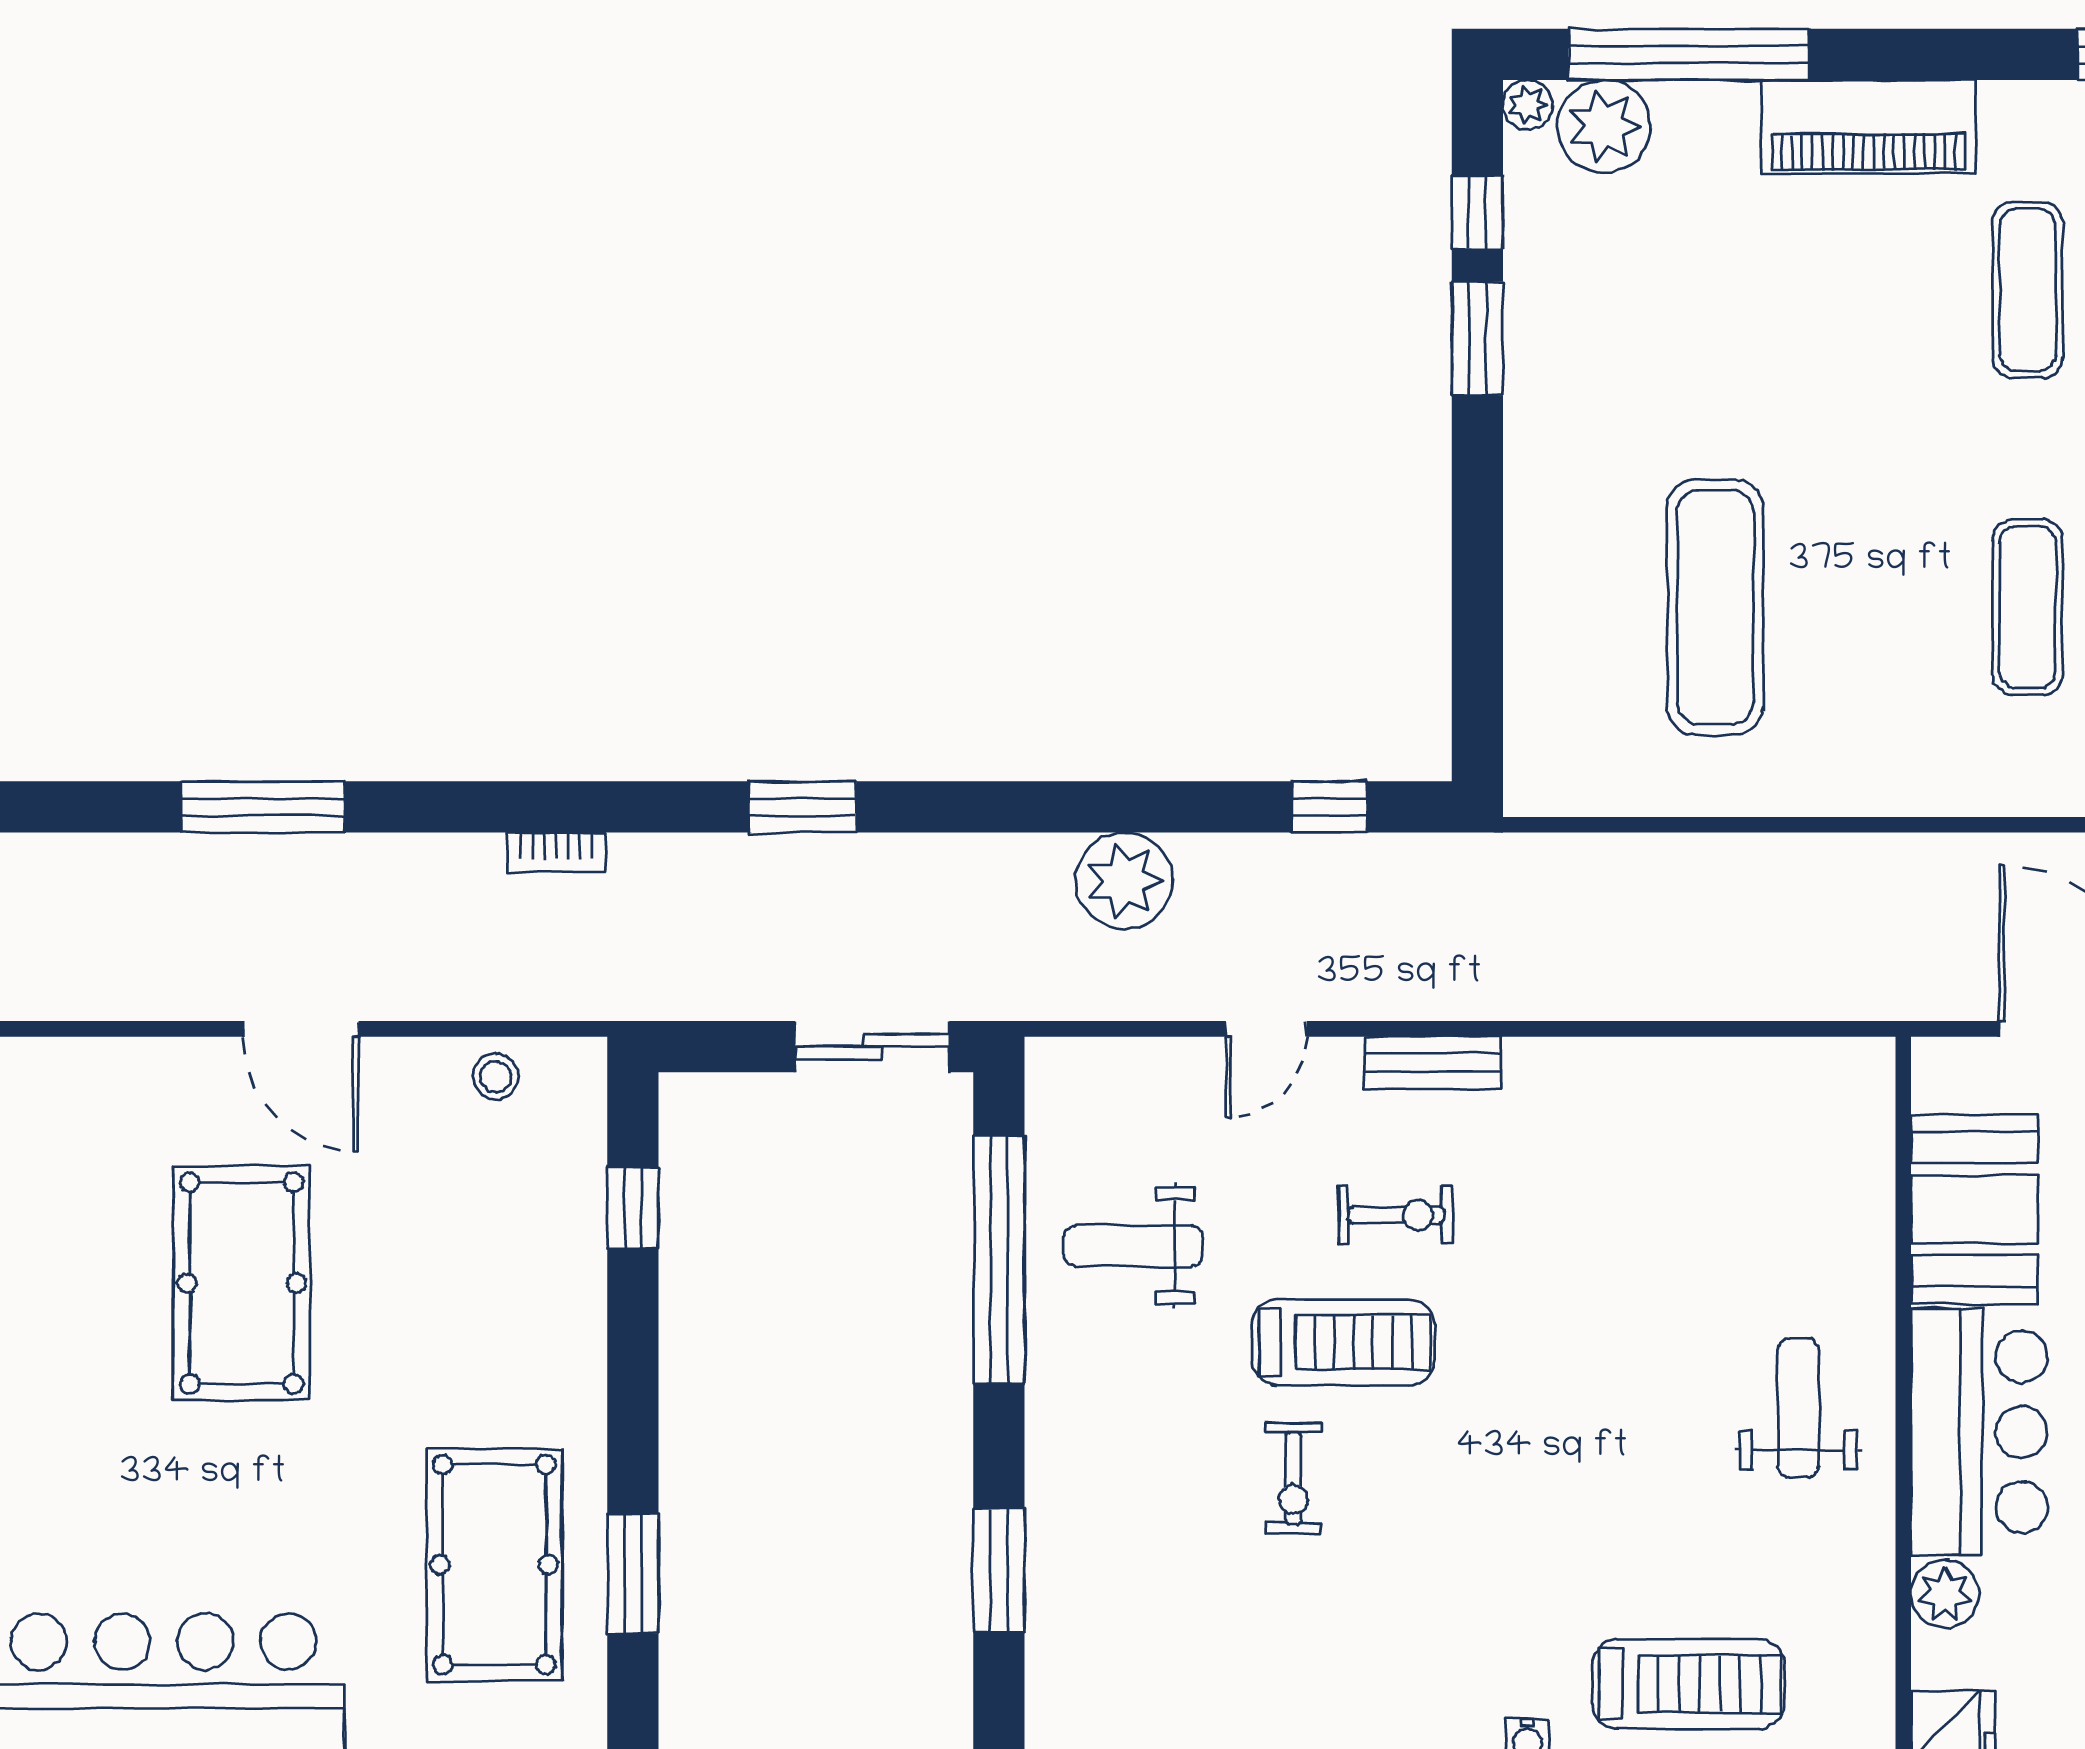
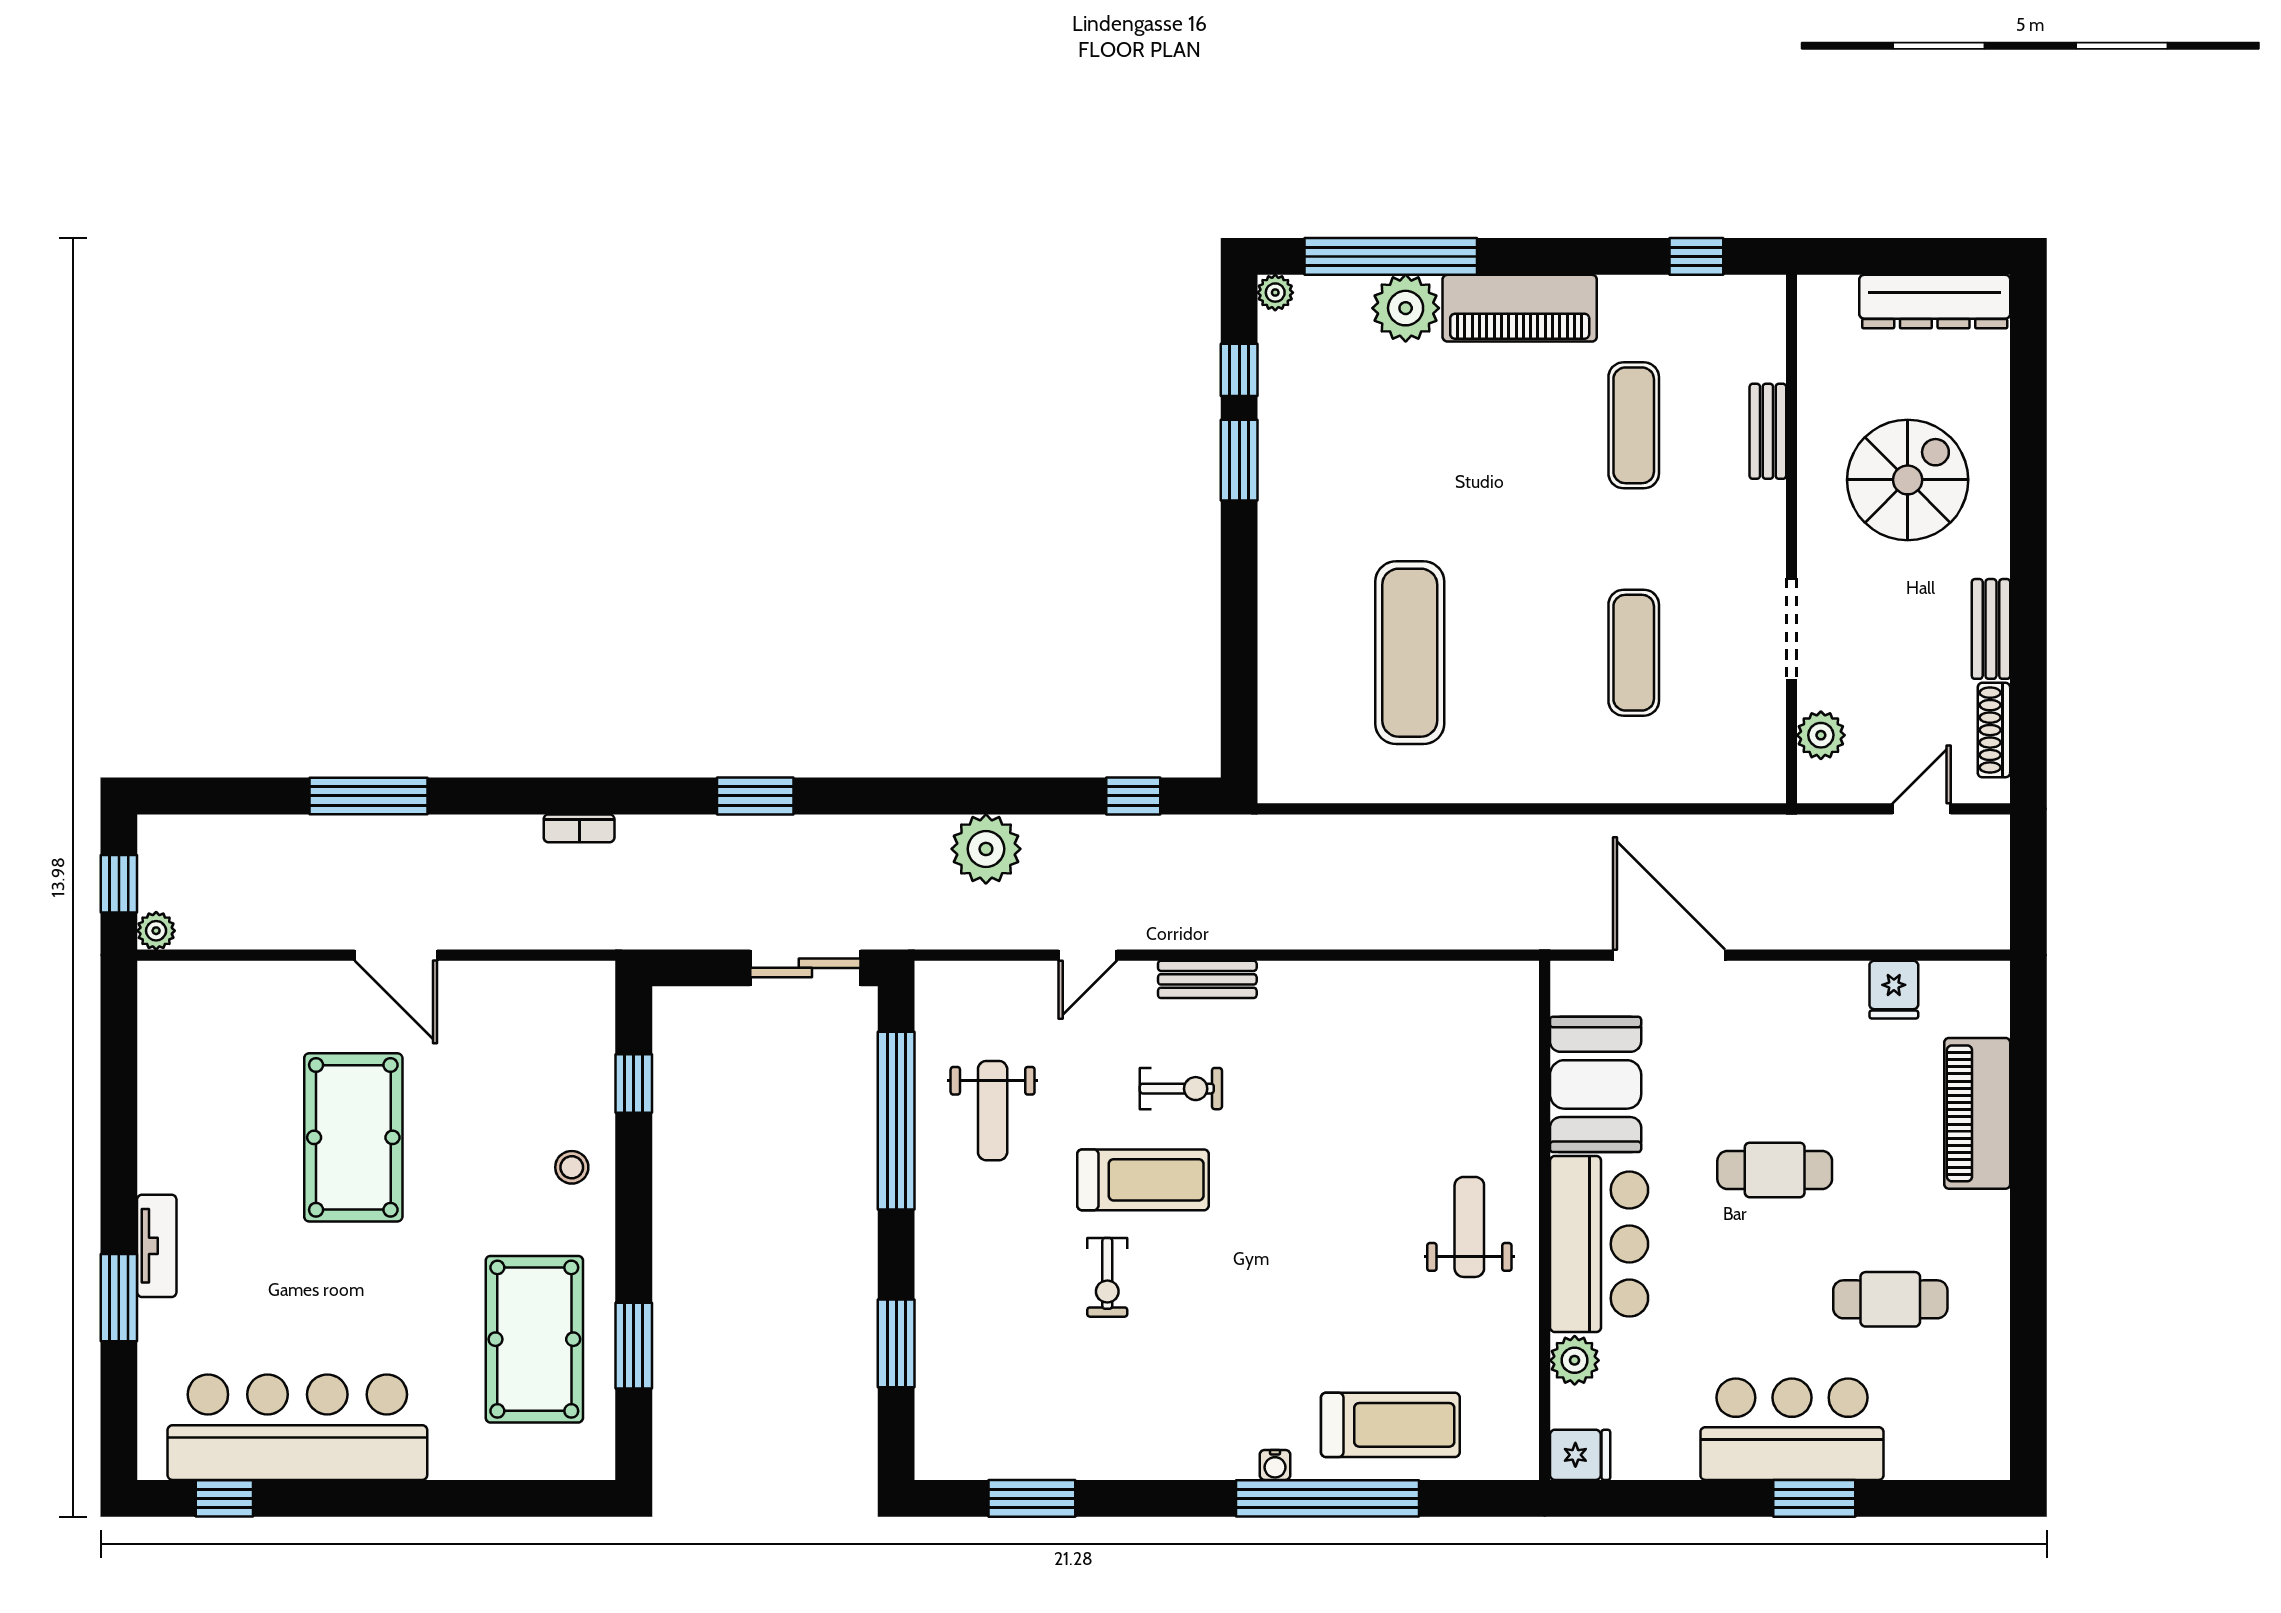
plant: (1604, 126) -> (1406, 308), moved
stool: (496, 1077) -> (572, 1167), moved
weight bench: (1133, 1246) -> (993, 1111), turned -90

